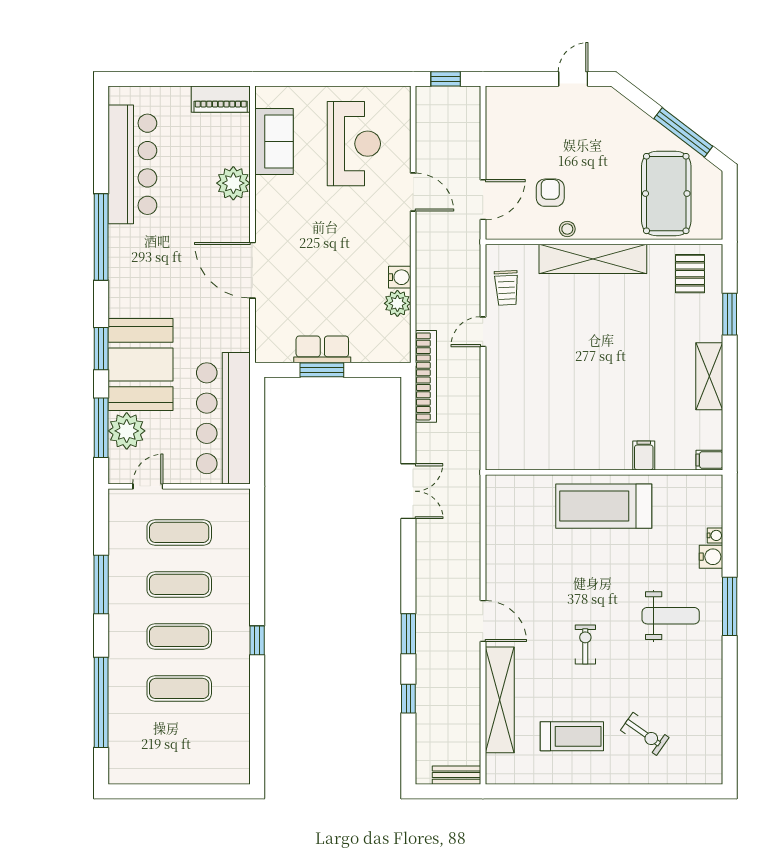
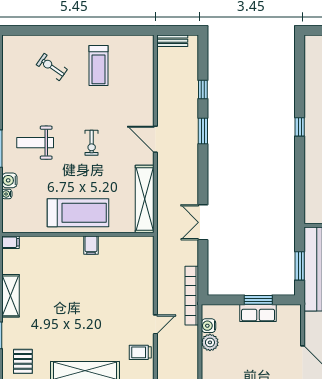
water cooler: (400, 277) -> (208, 326), moved
trolley: (506, 288) -> (140, 352), turned -87
window: (257, 423) -> (300, 266), added
filing cabinet: (644, 455) -> (91, 245), moved
exercise bike: (585, 644) -> (92, 143), moved
shelving: (500, 700) -> (145, 199), moved
treadmill: (572, 736) -> (98, 65), turned -90

